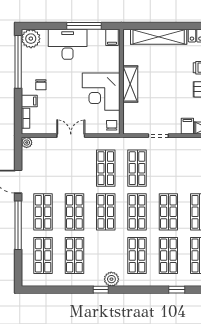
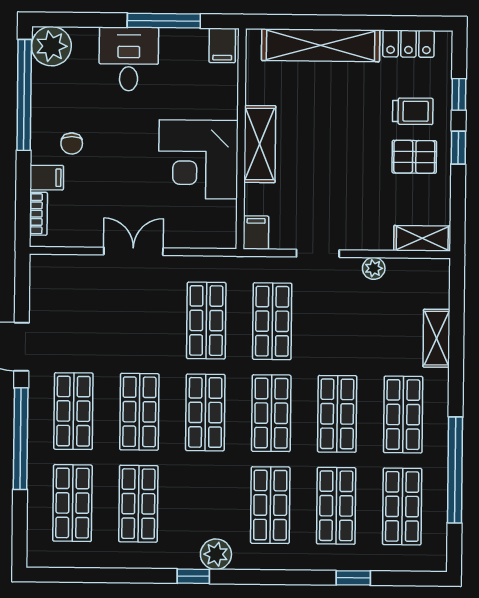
desk: (68, 44) -> (129, 59), width x0.73
chair: (112, 125) -> (220, 231), removed
filing cabinet: (187, 126) -> (256, 233), moved
plant: (27, 143) -> (374, 268), moved

